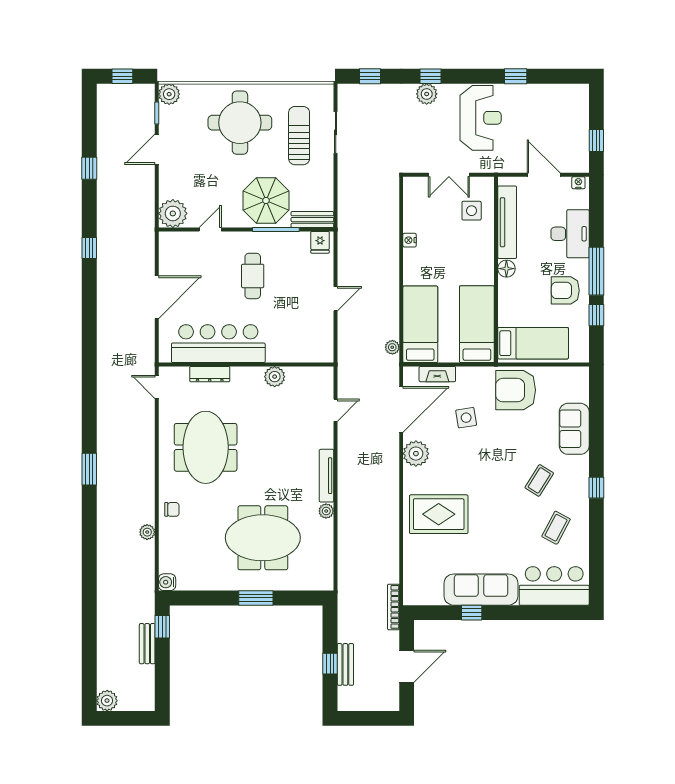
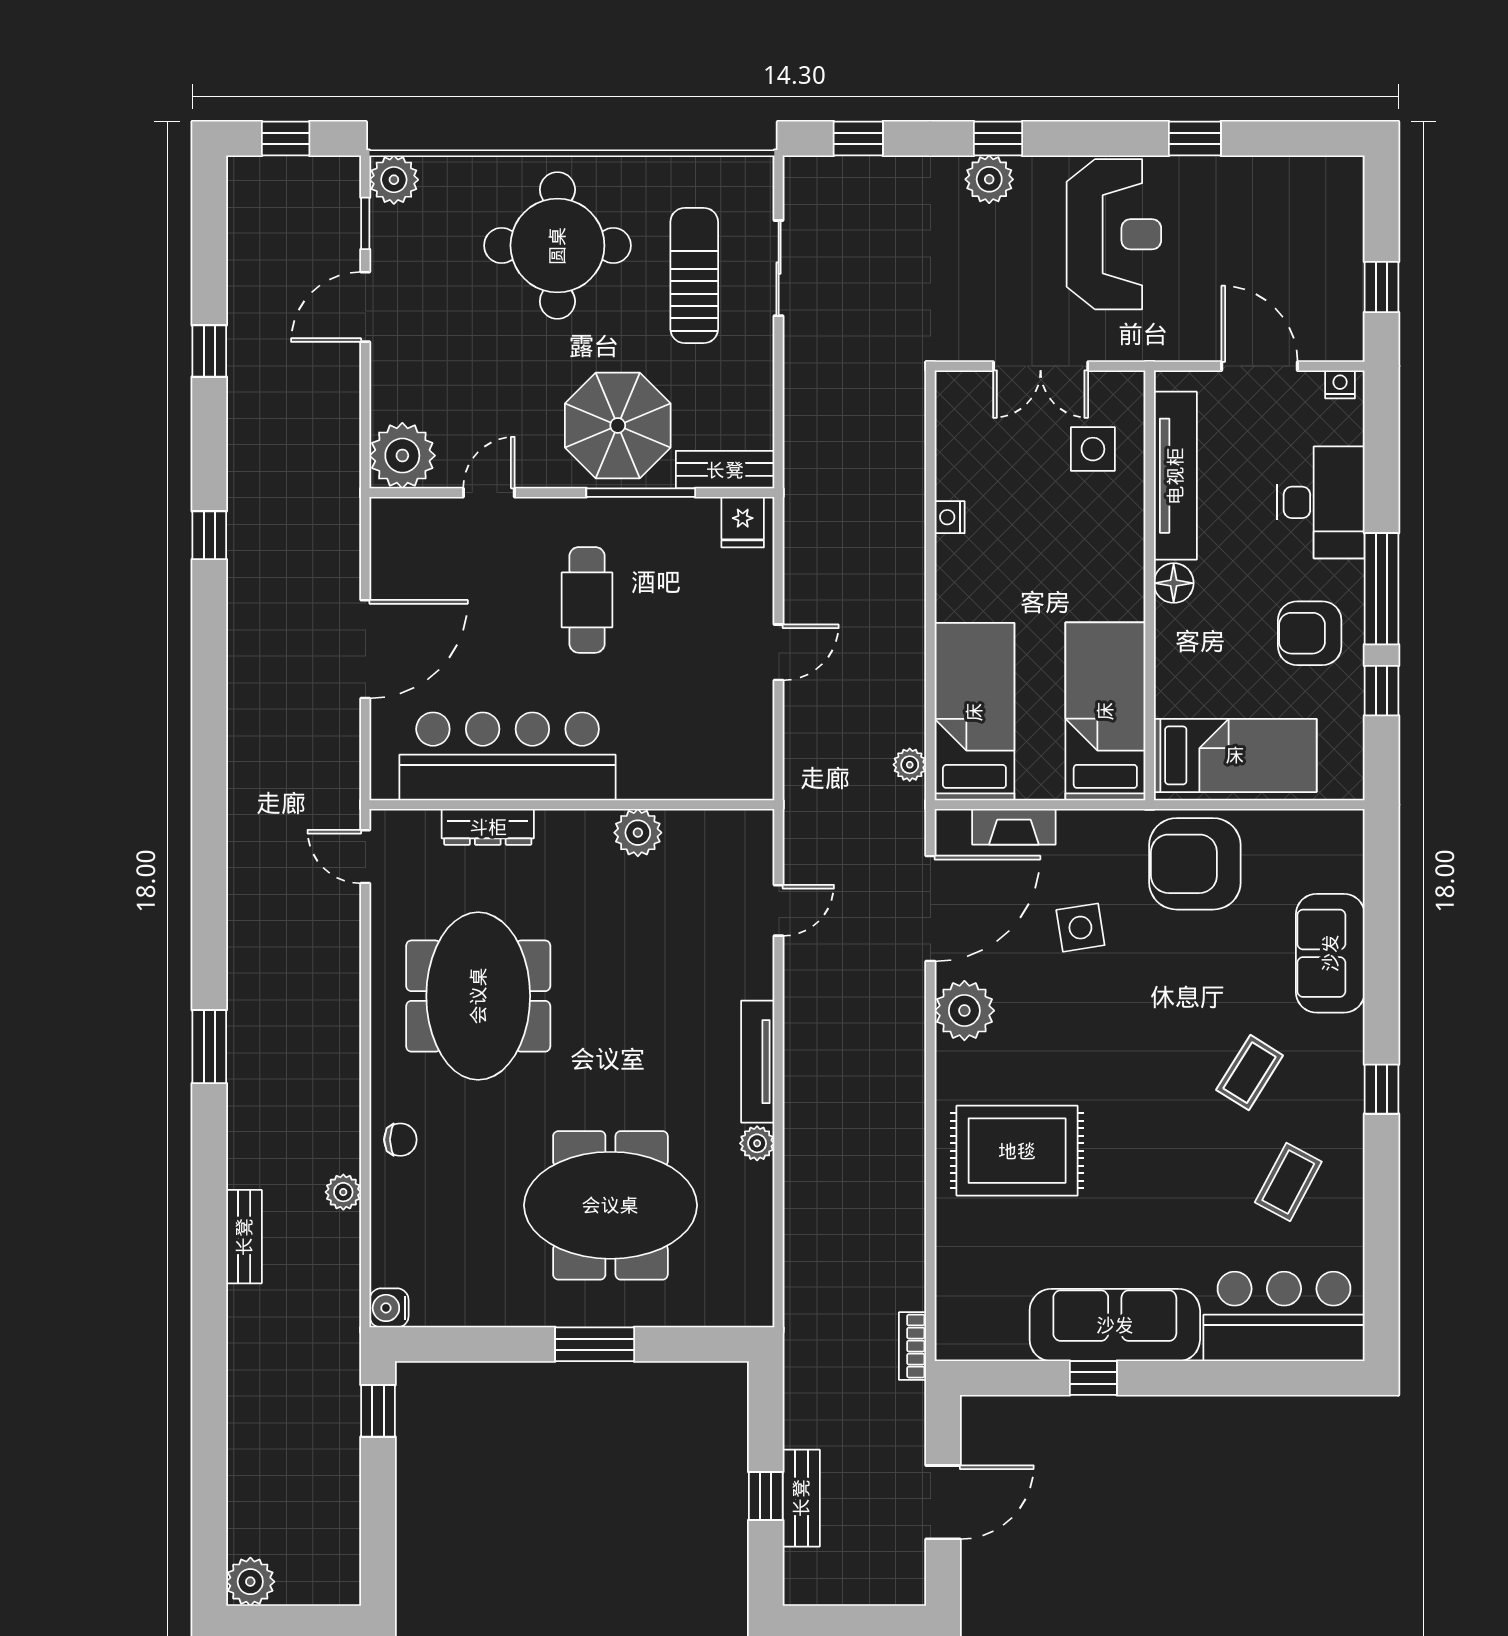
bookcase: (393, 607) -> (913, 1346), width x0.64
bench: (147, 644) -> (244, 1237), moved

